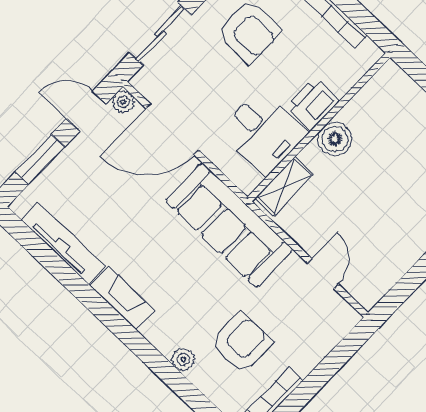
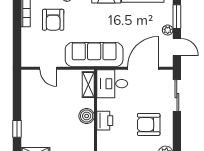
plant: (123, 102) -> (168, 30), moved
door: (86, 111) -> (177, 47), hinge flipped
desk: (263, 132) -> (112, 84), moved

